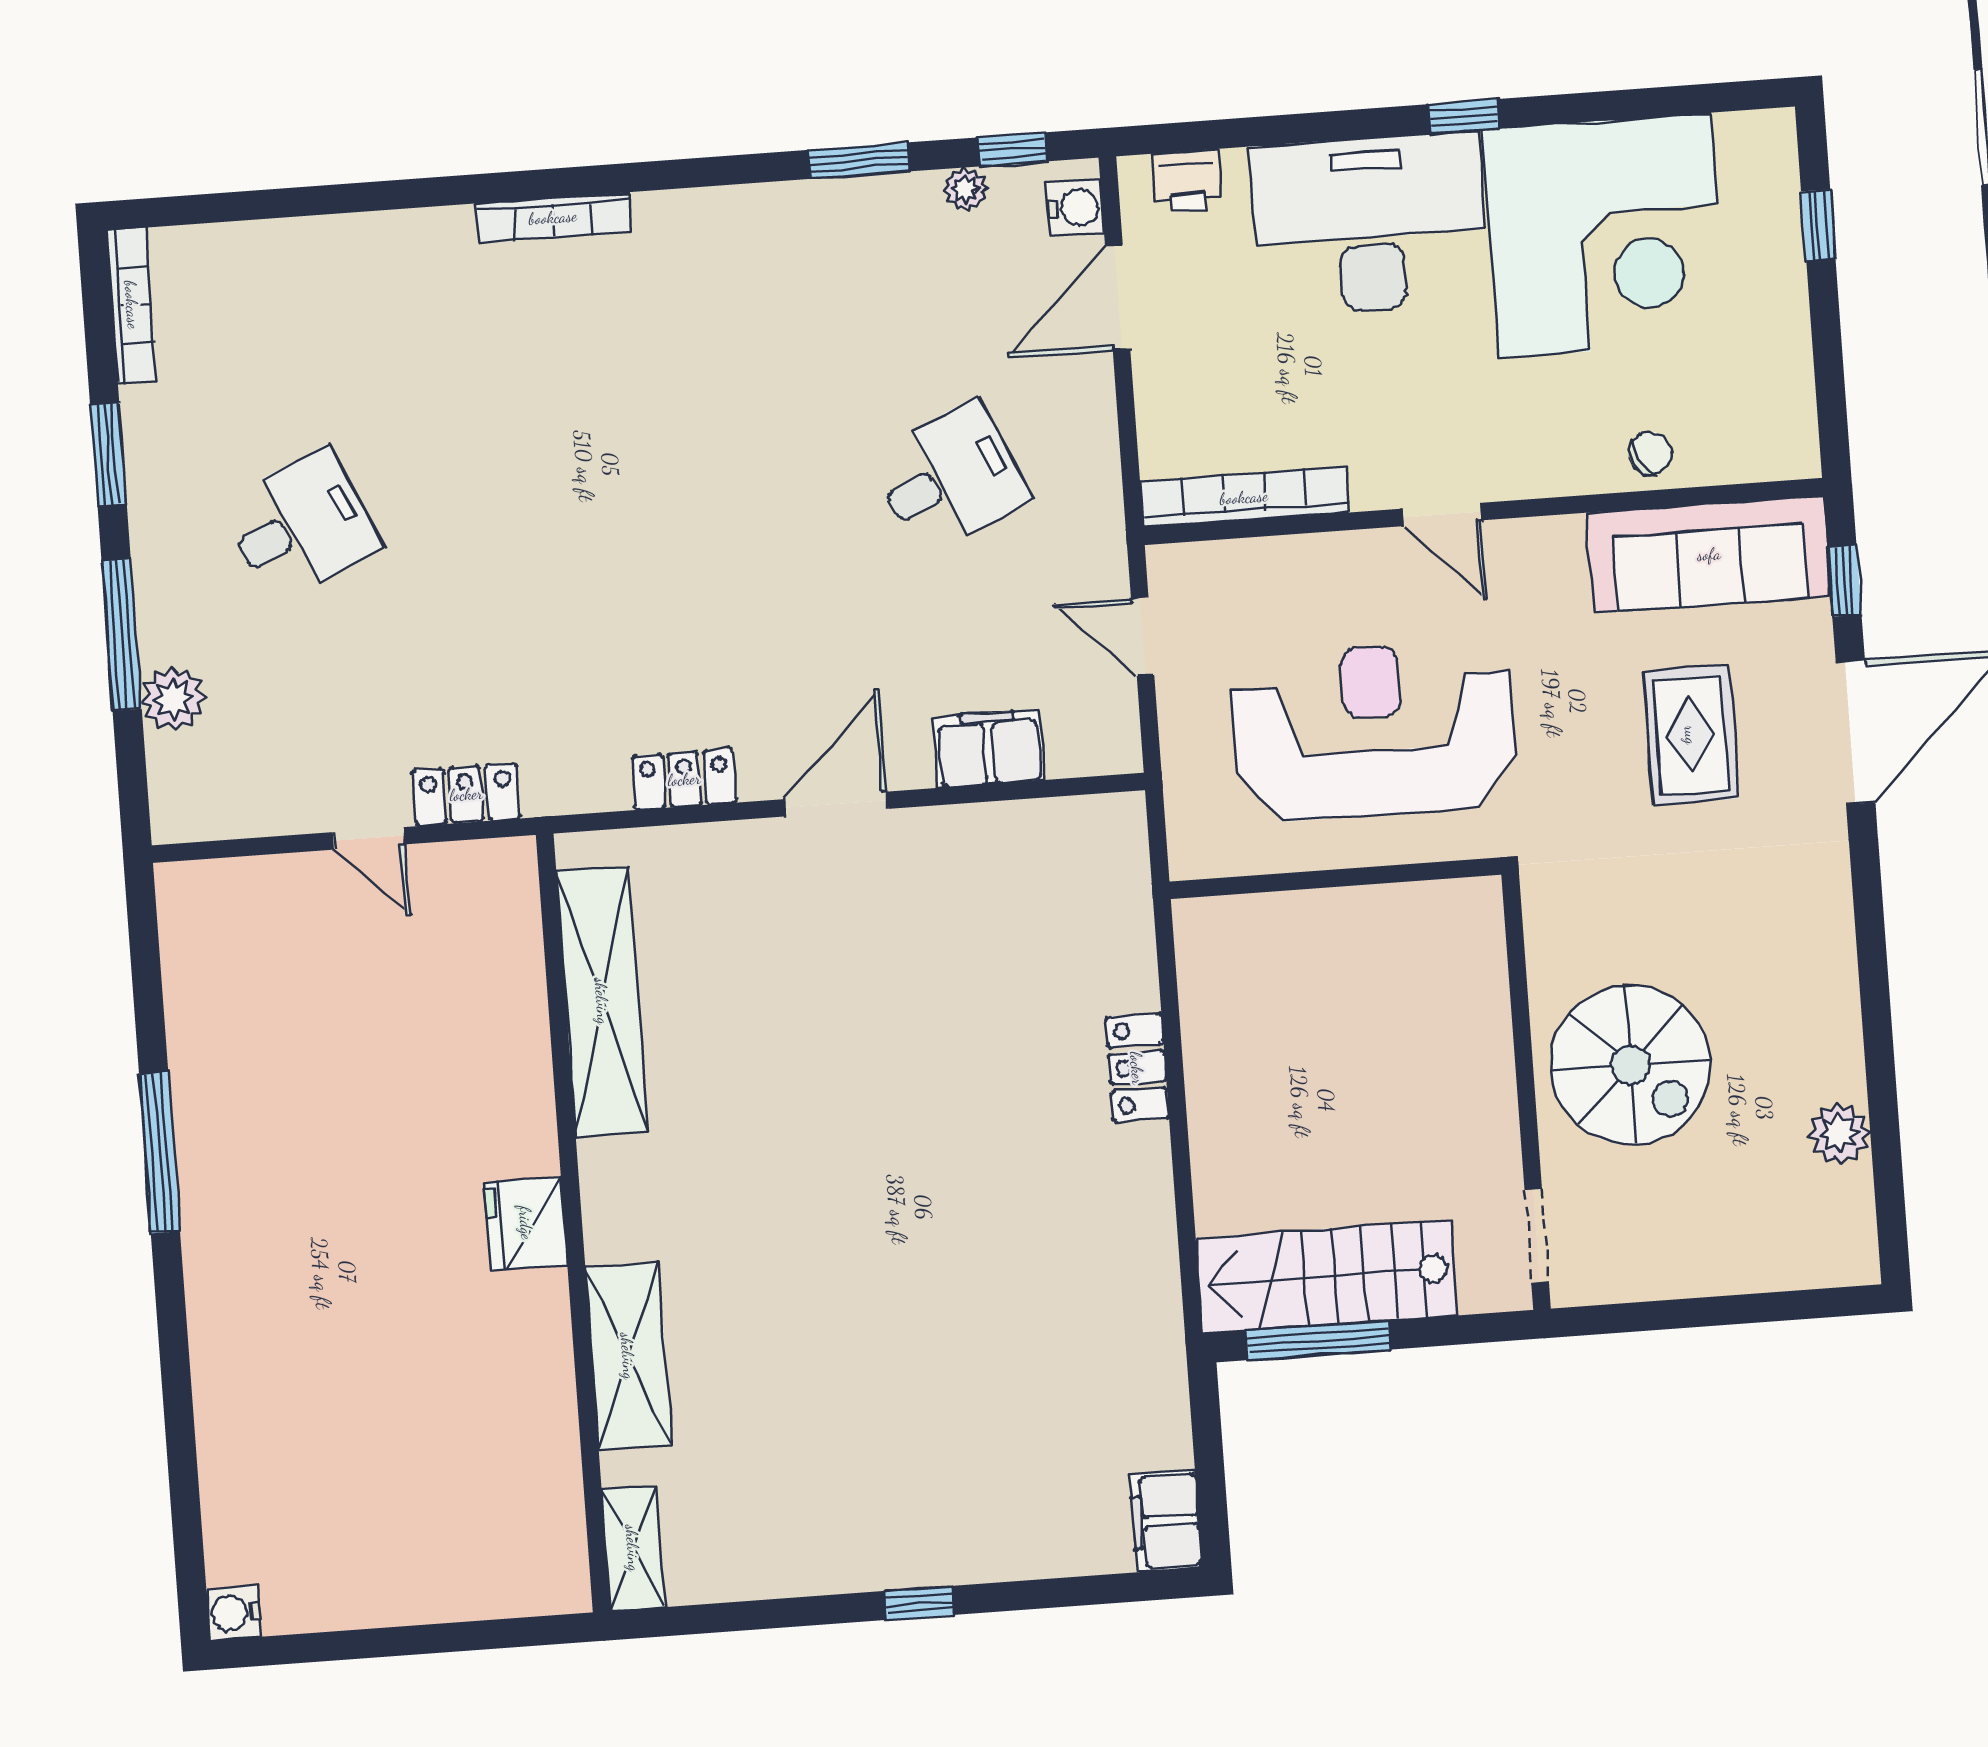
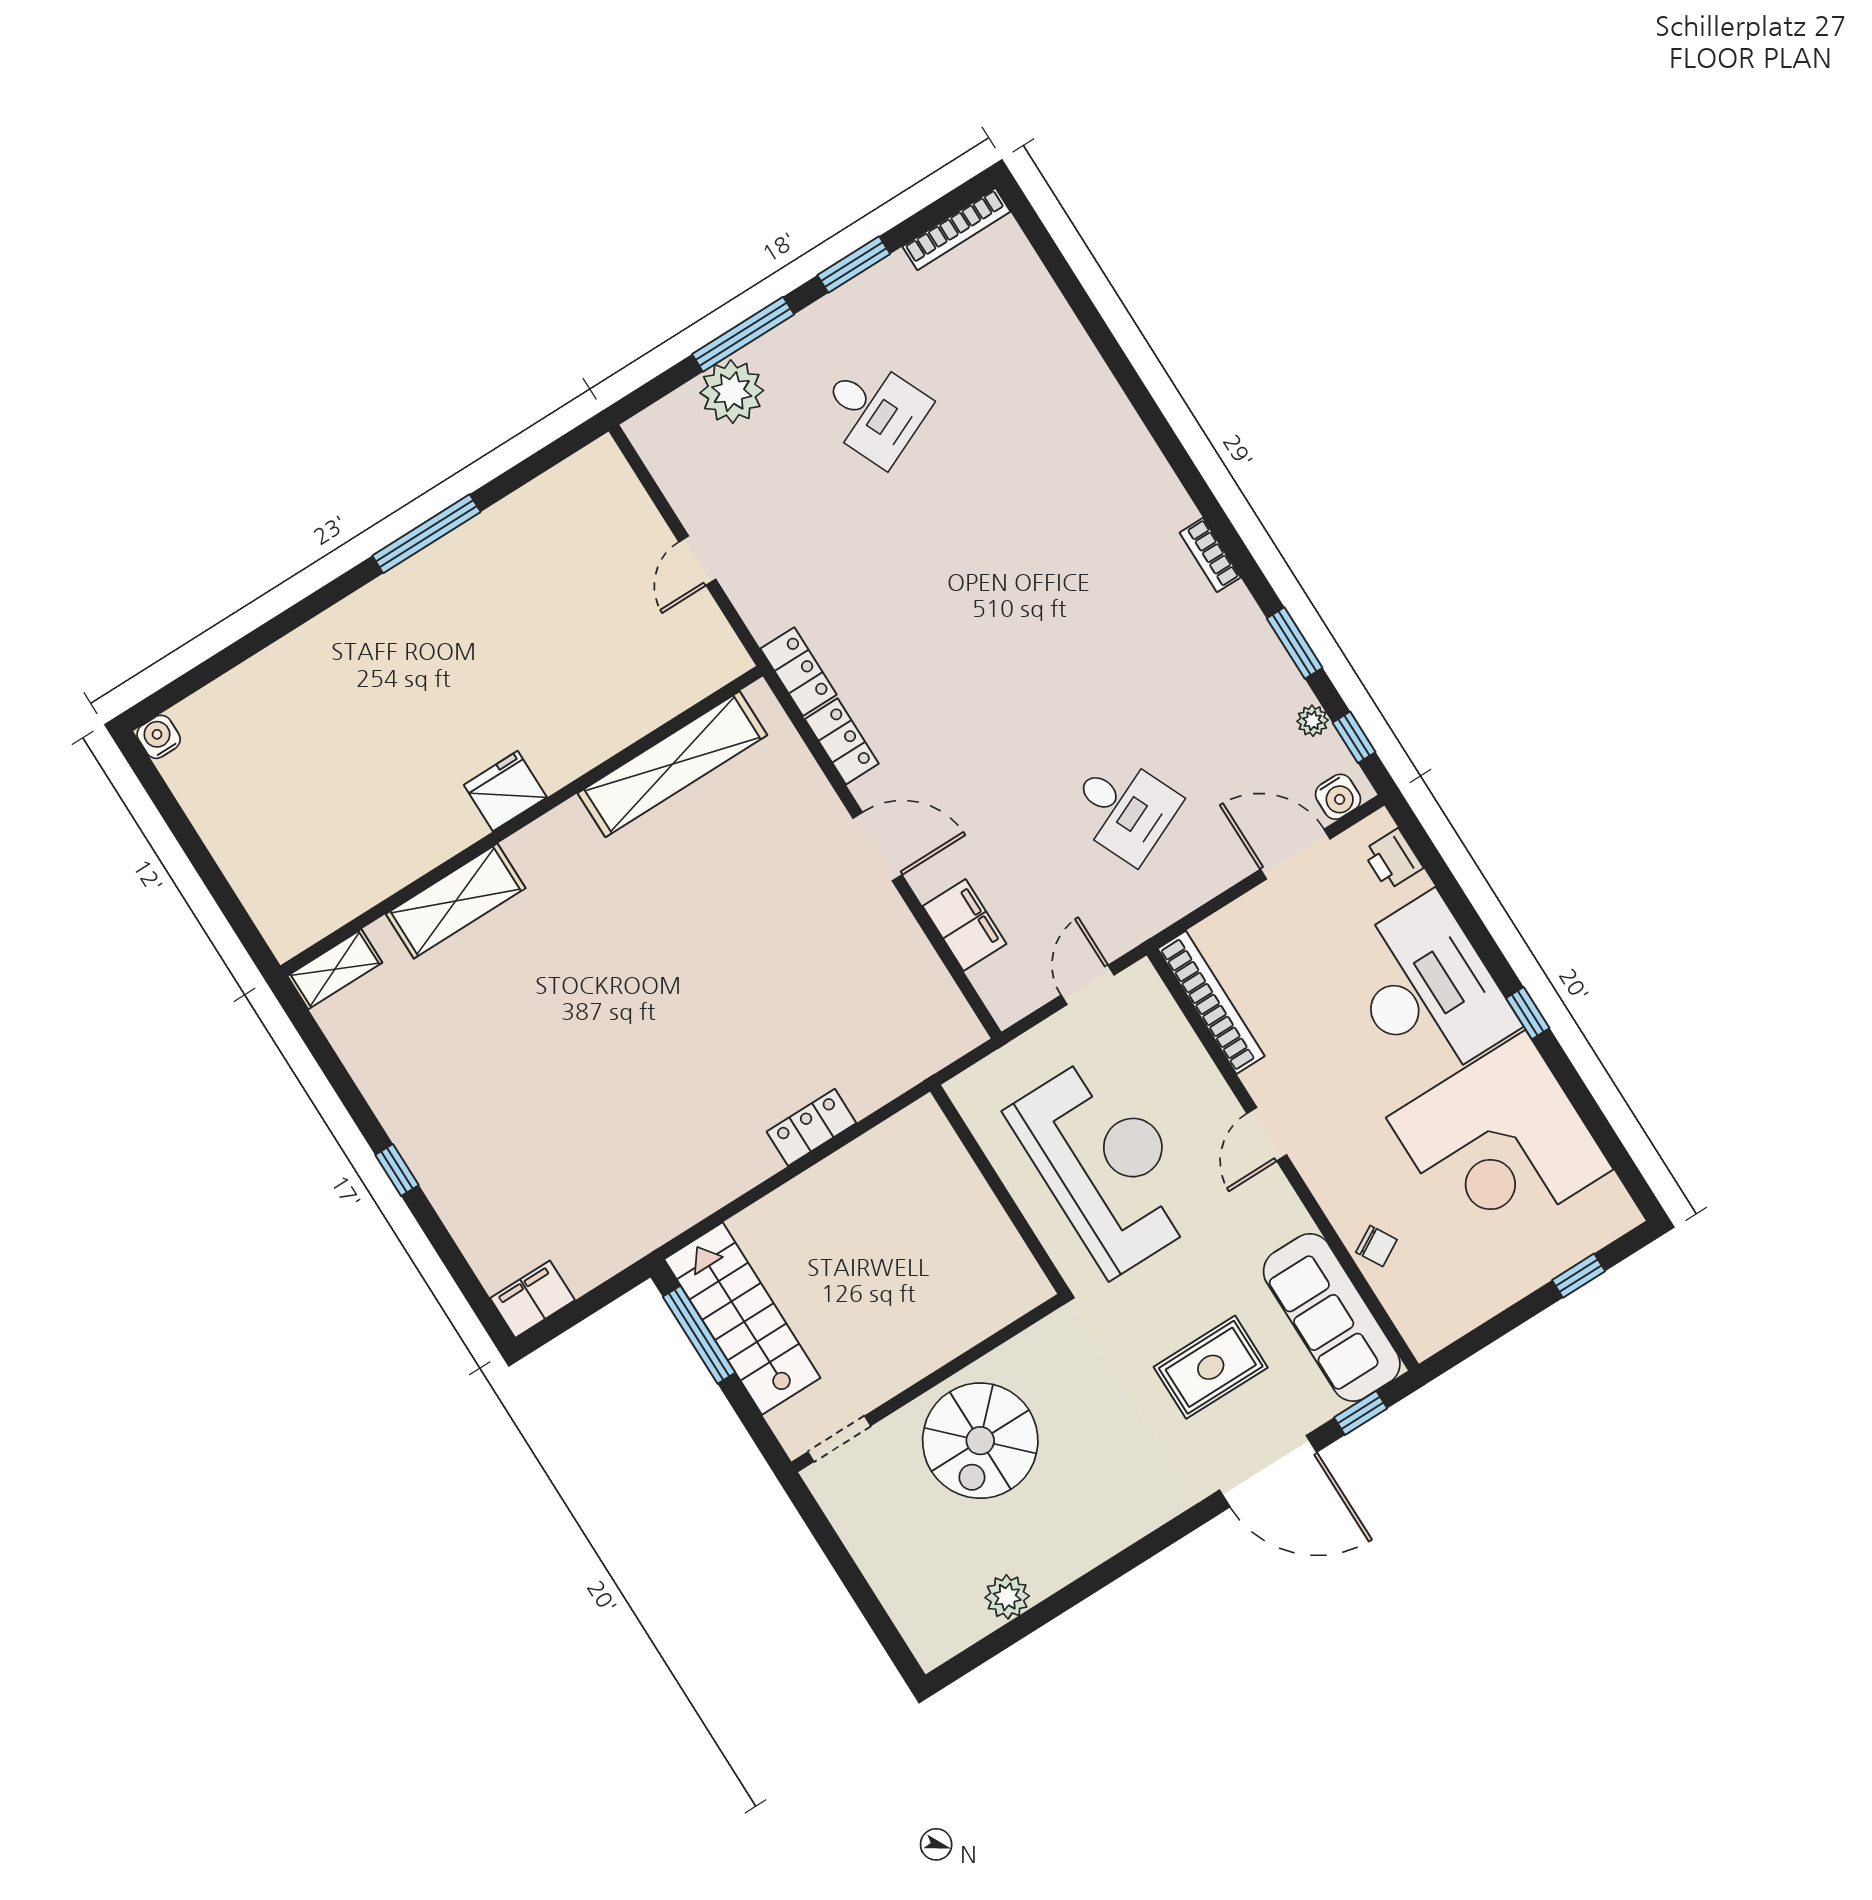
bookcase: (553, 217) -> (1210, 555), moved, width x0.64
plant: (173, 699) -> (732, 392), width x1.36, depth x1.36
locker: (466, 794) -> (799, 672), moved

